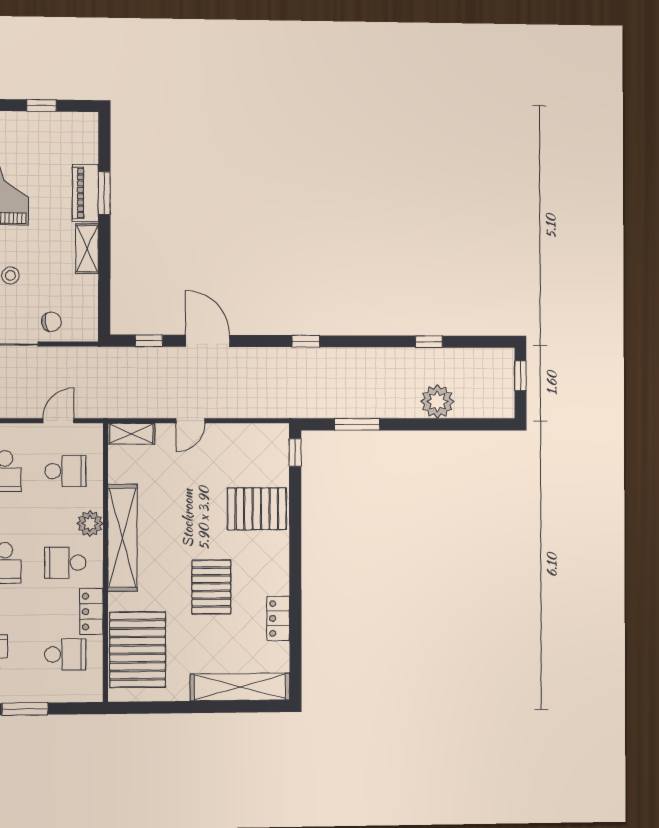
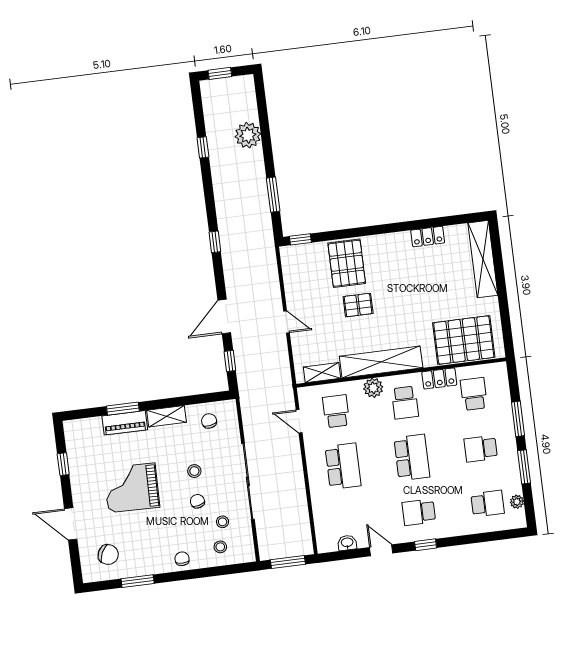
chair: (51, 322) -> (209, 421), moved
shelving: (131, 434) -> (322, 373), moved, turned 90
pallet: (211, 587) -> (358, 305), moved, width x0.67, depth x0.71

